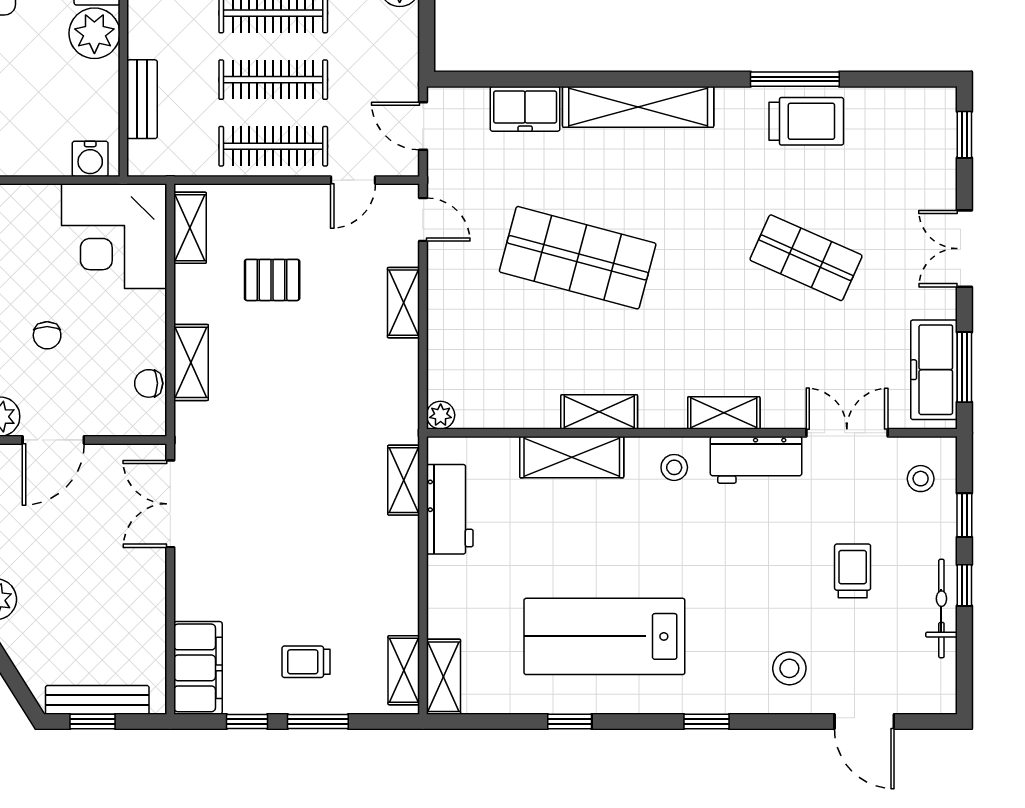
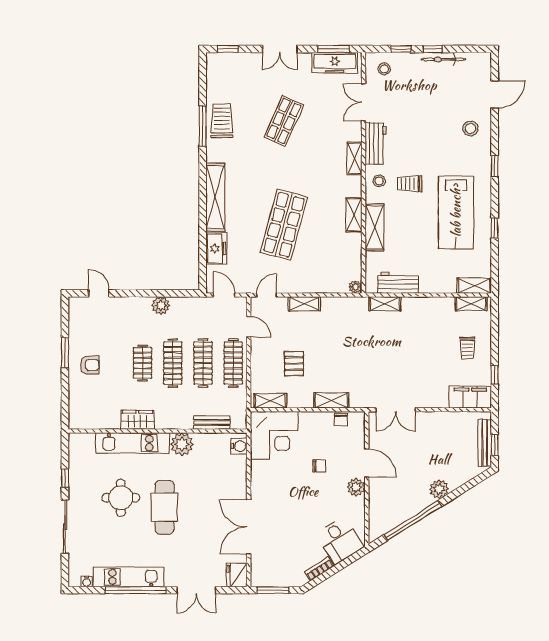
door: (423, 126) -> (224, 295), swing flipped
trolley: (853, 571) -> (409, 184), moved
window: (318, 721) -> (495, 343), removed

